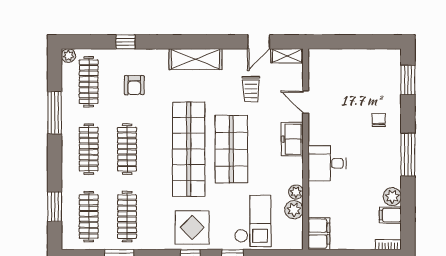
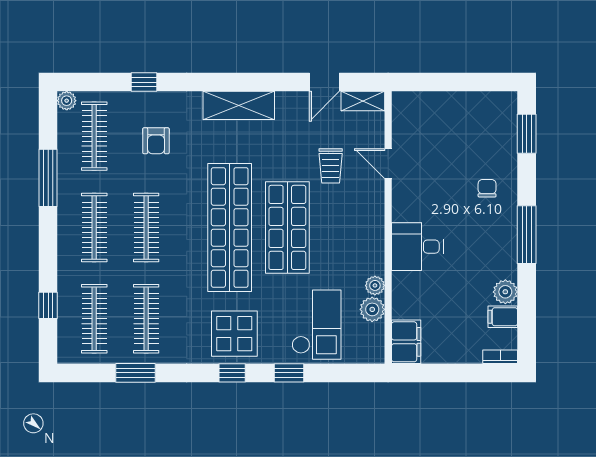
trolley: (251, 89) -> (331, 166), moved
freezer: (292, 139) -> (370, 214), removed
window: (55, 207) -> (48, 305), width x0.67

